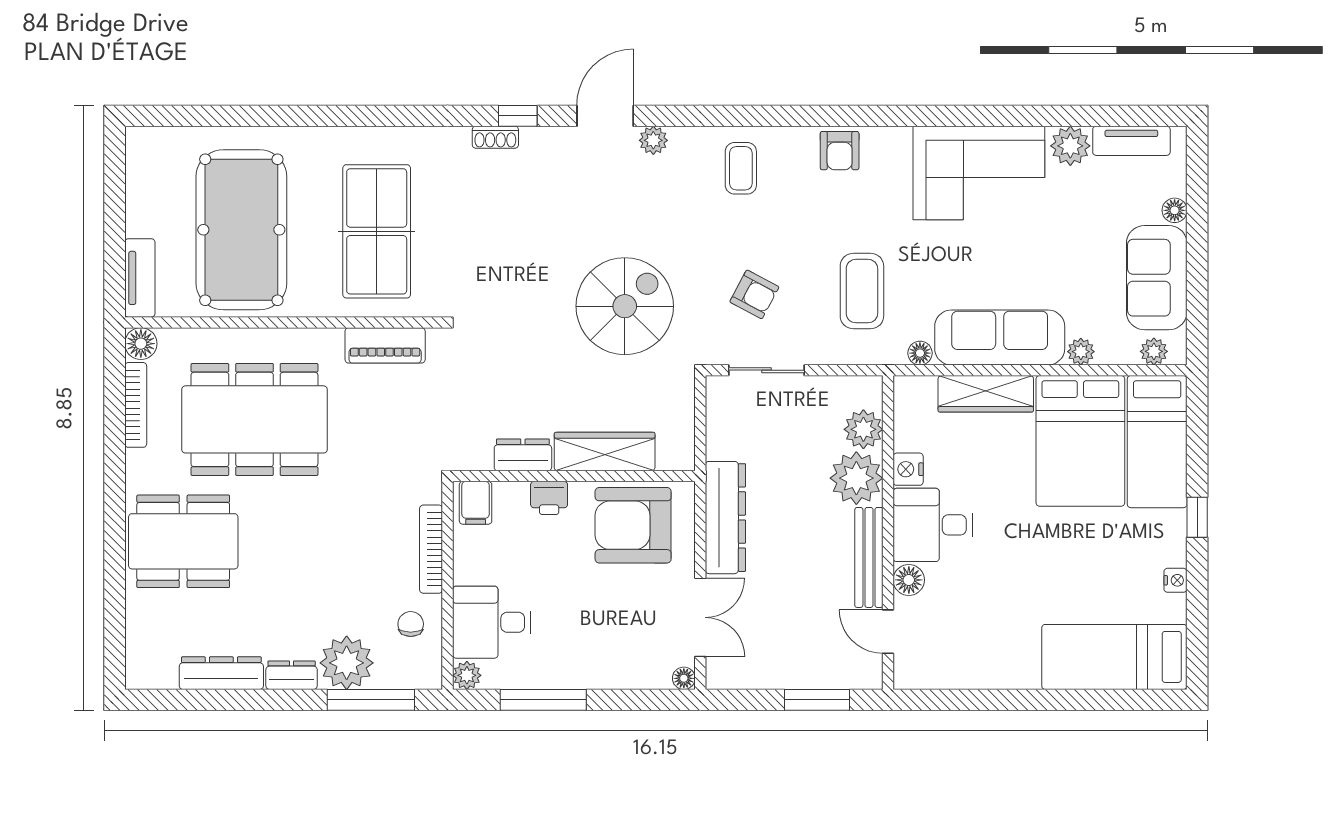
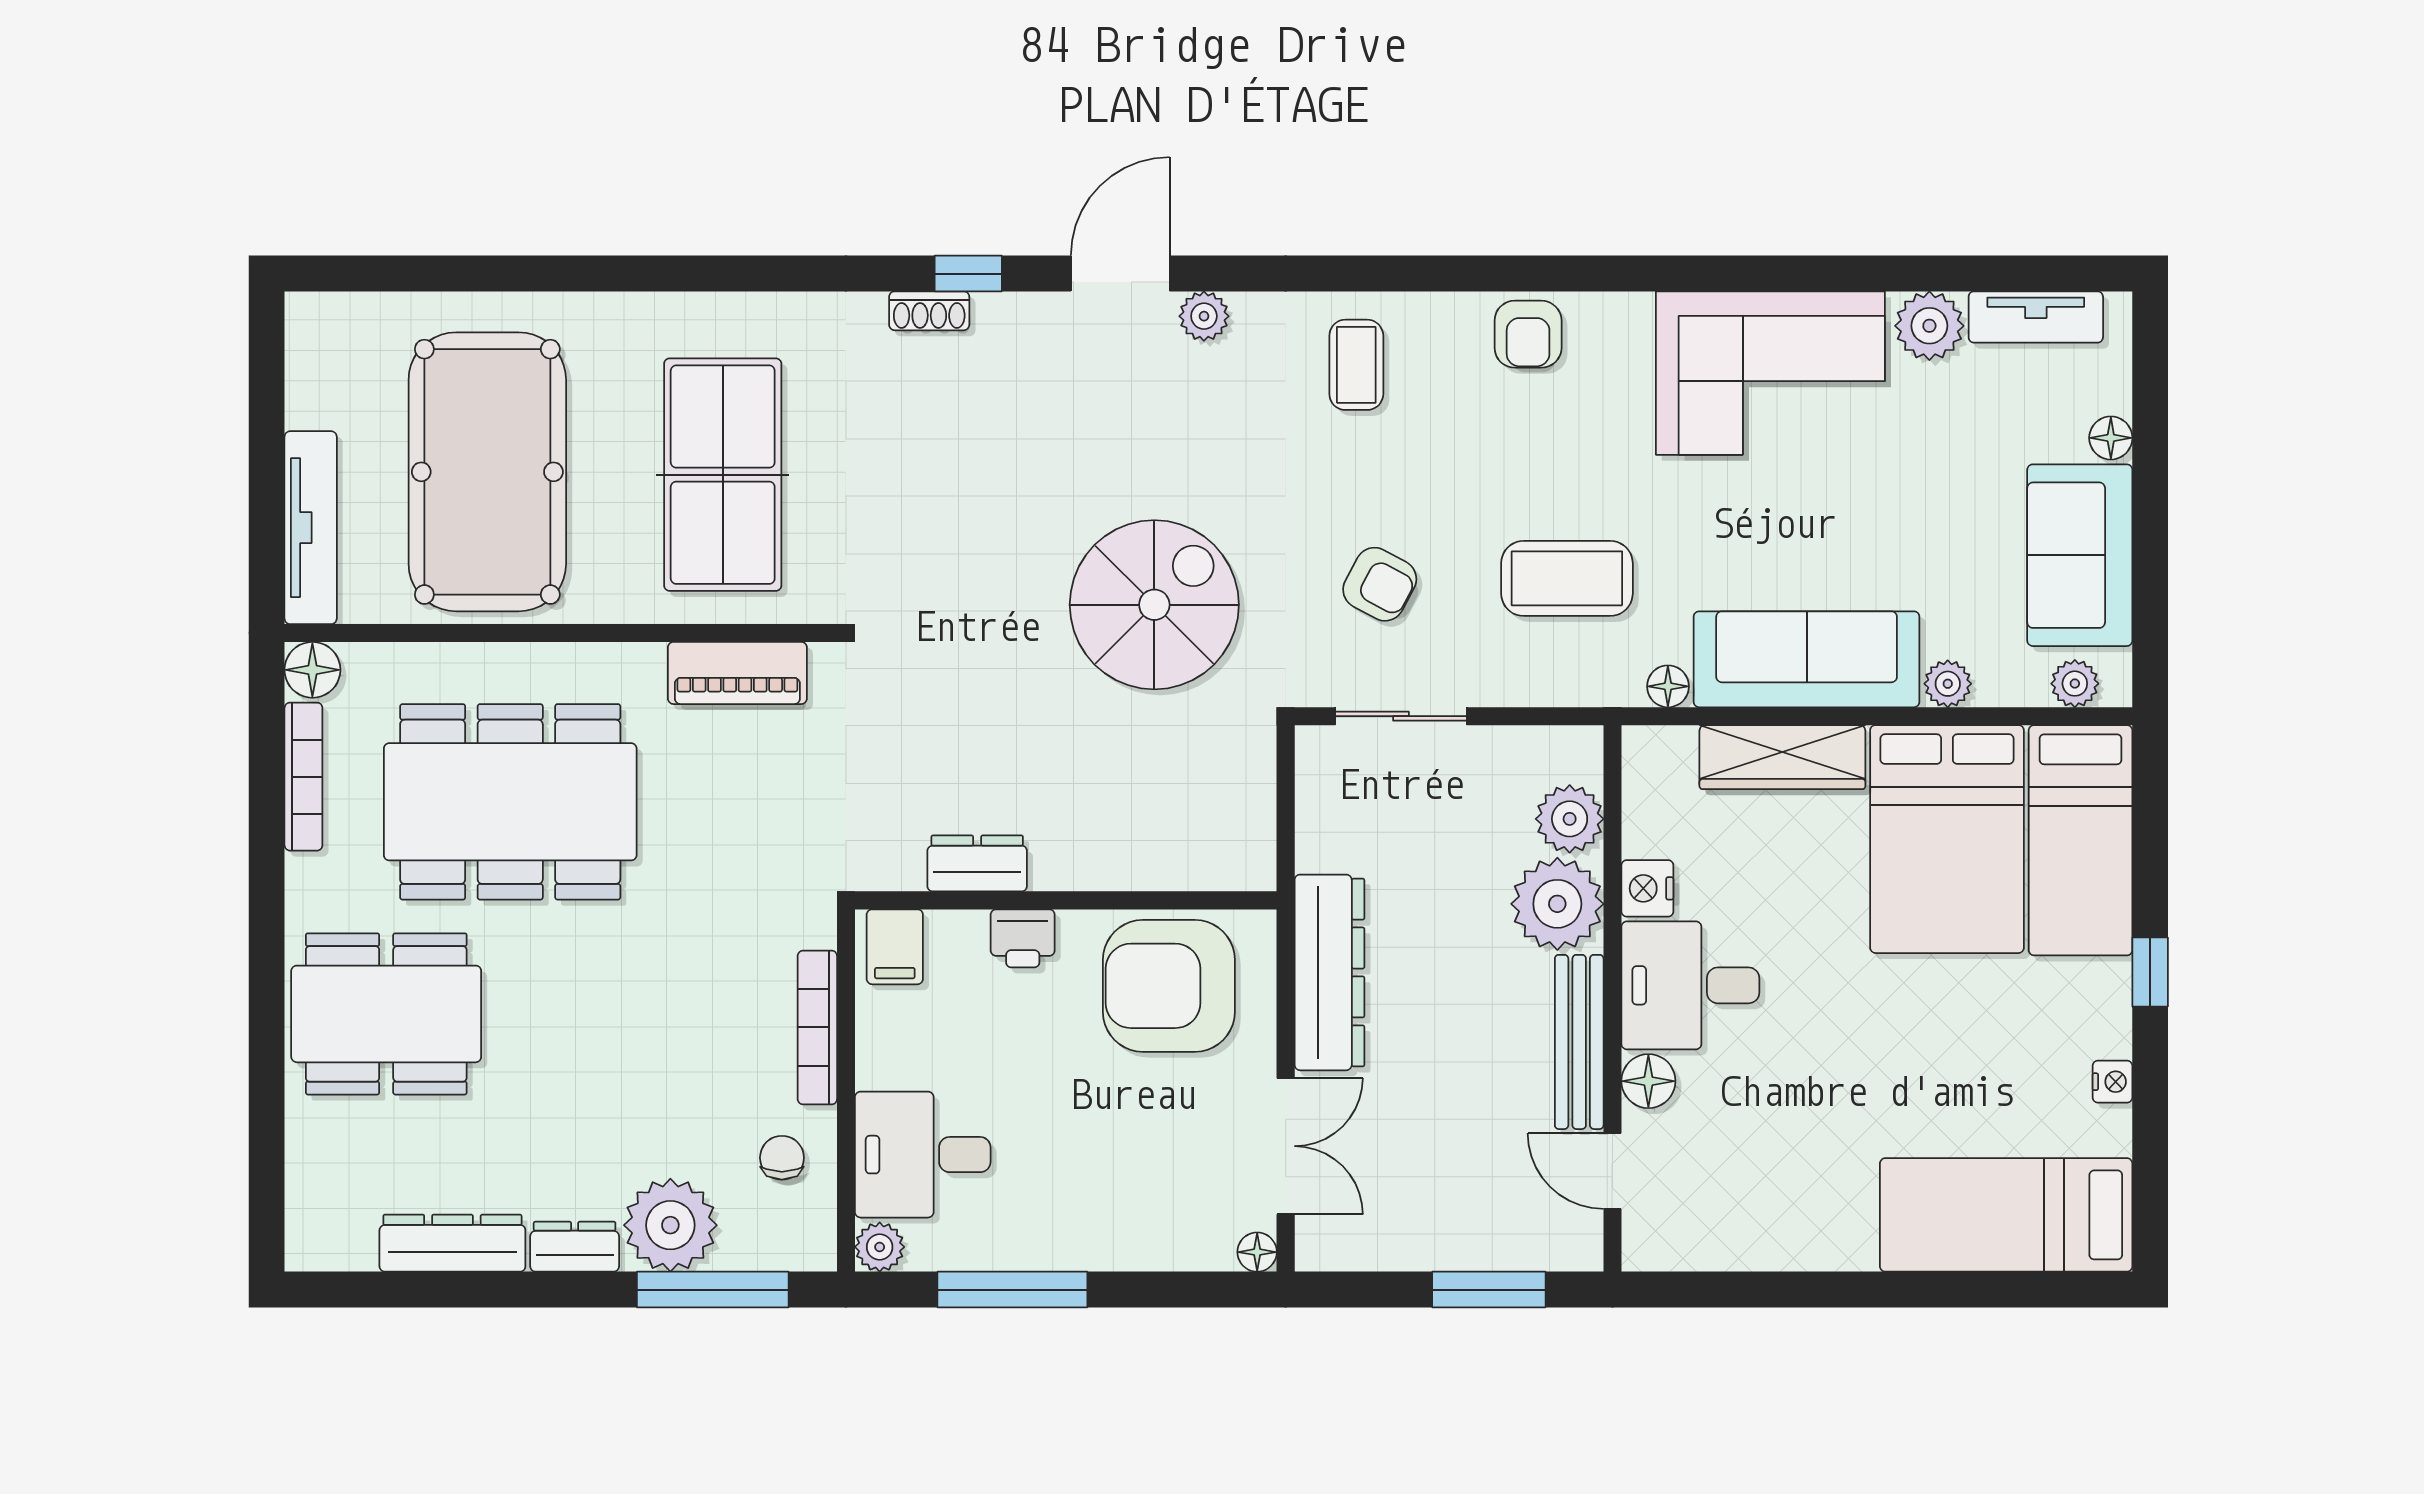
tv unit: (140, 278) -> (311, 528), width x1.41
coffee table: (862, 291) -> (1567, 578), turned 90
wardrobe: (605, 452) -> (1119, 858), removed

